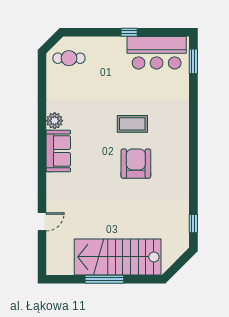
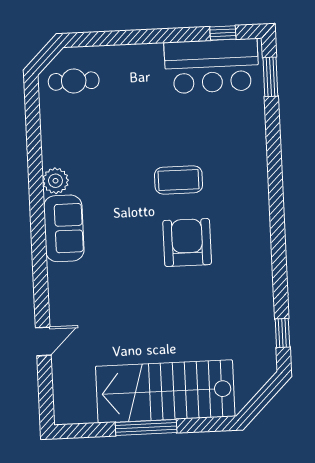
window: (129, 32) -> (223, 33), moved

